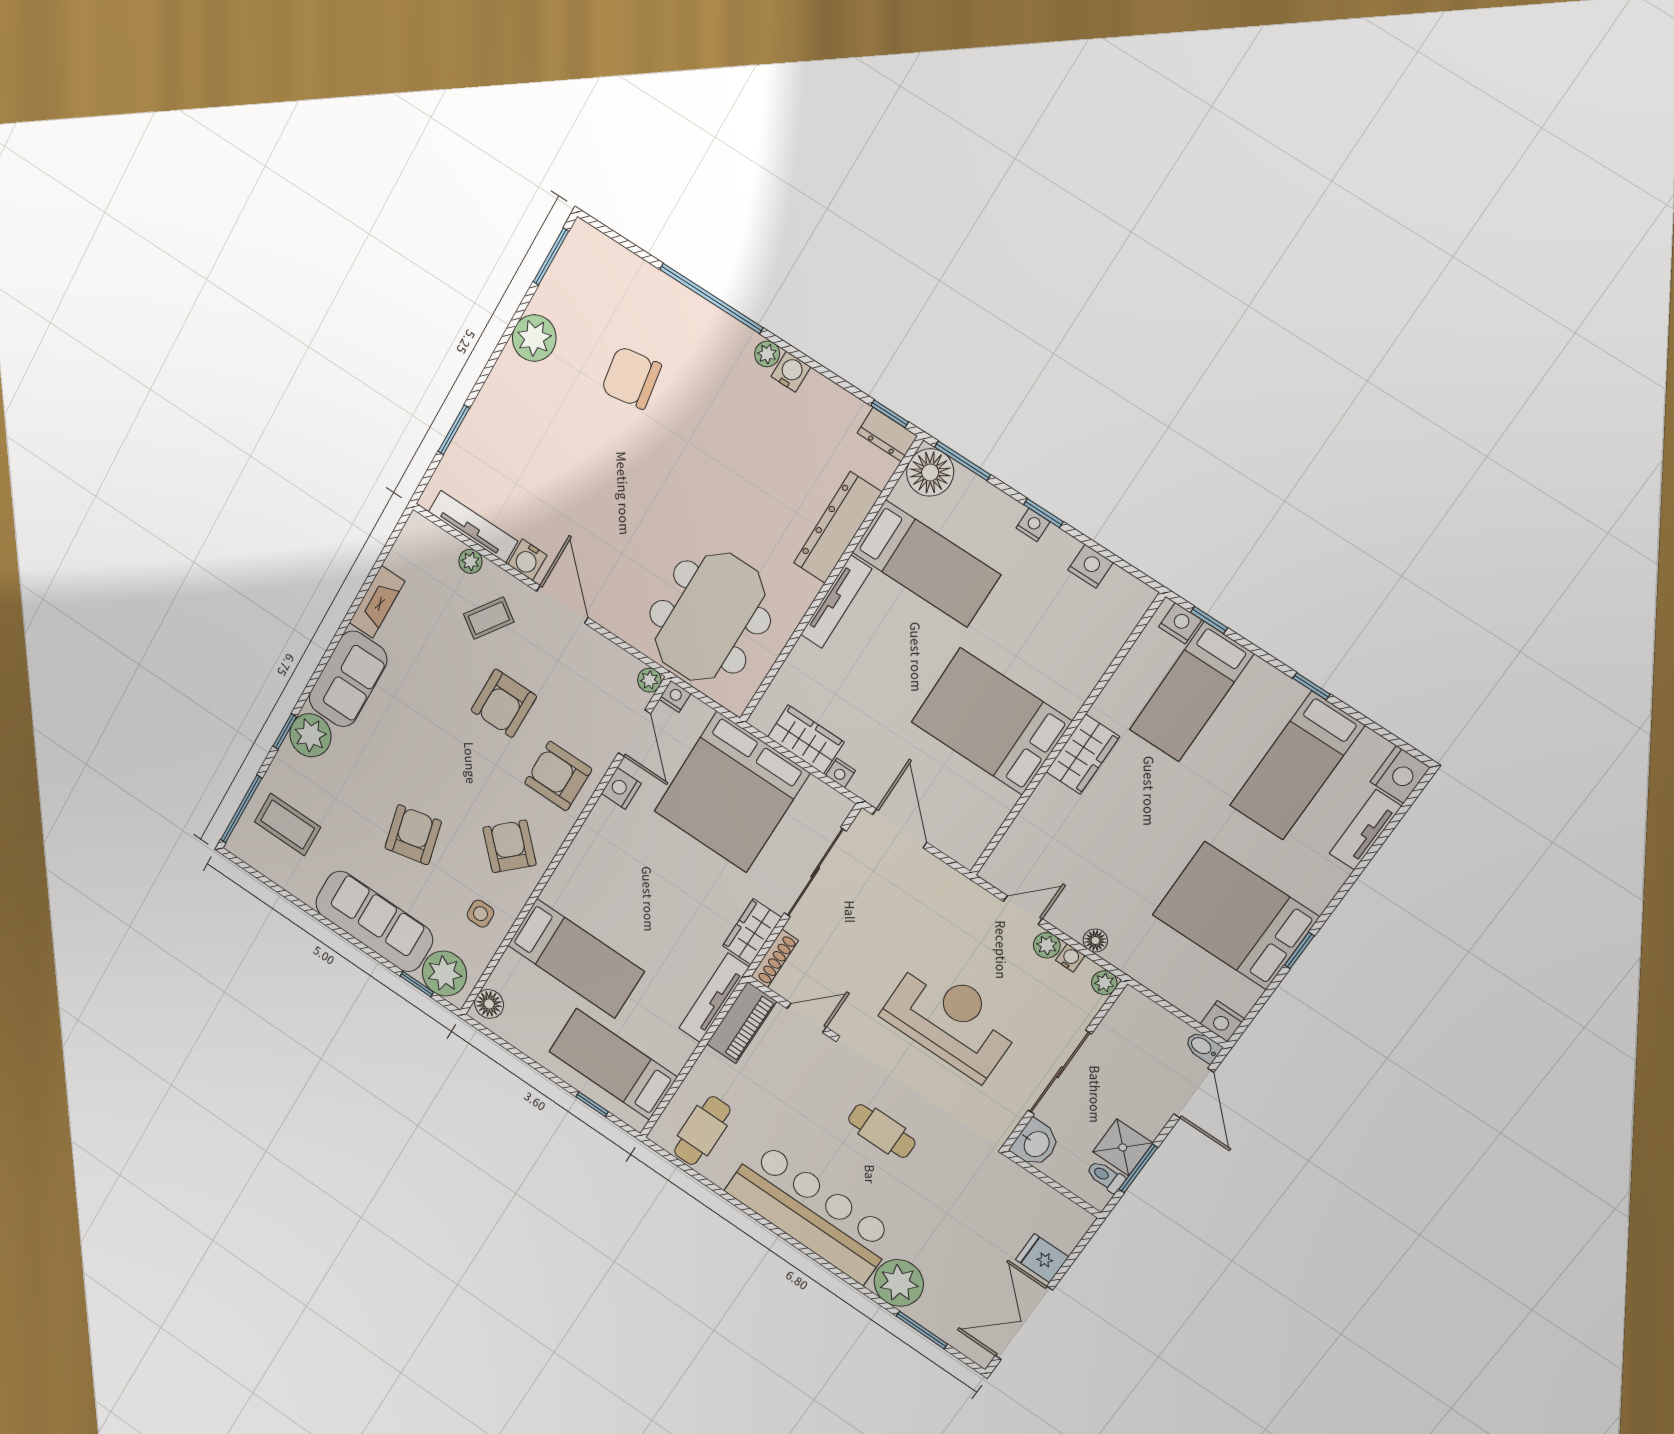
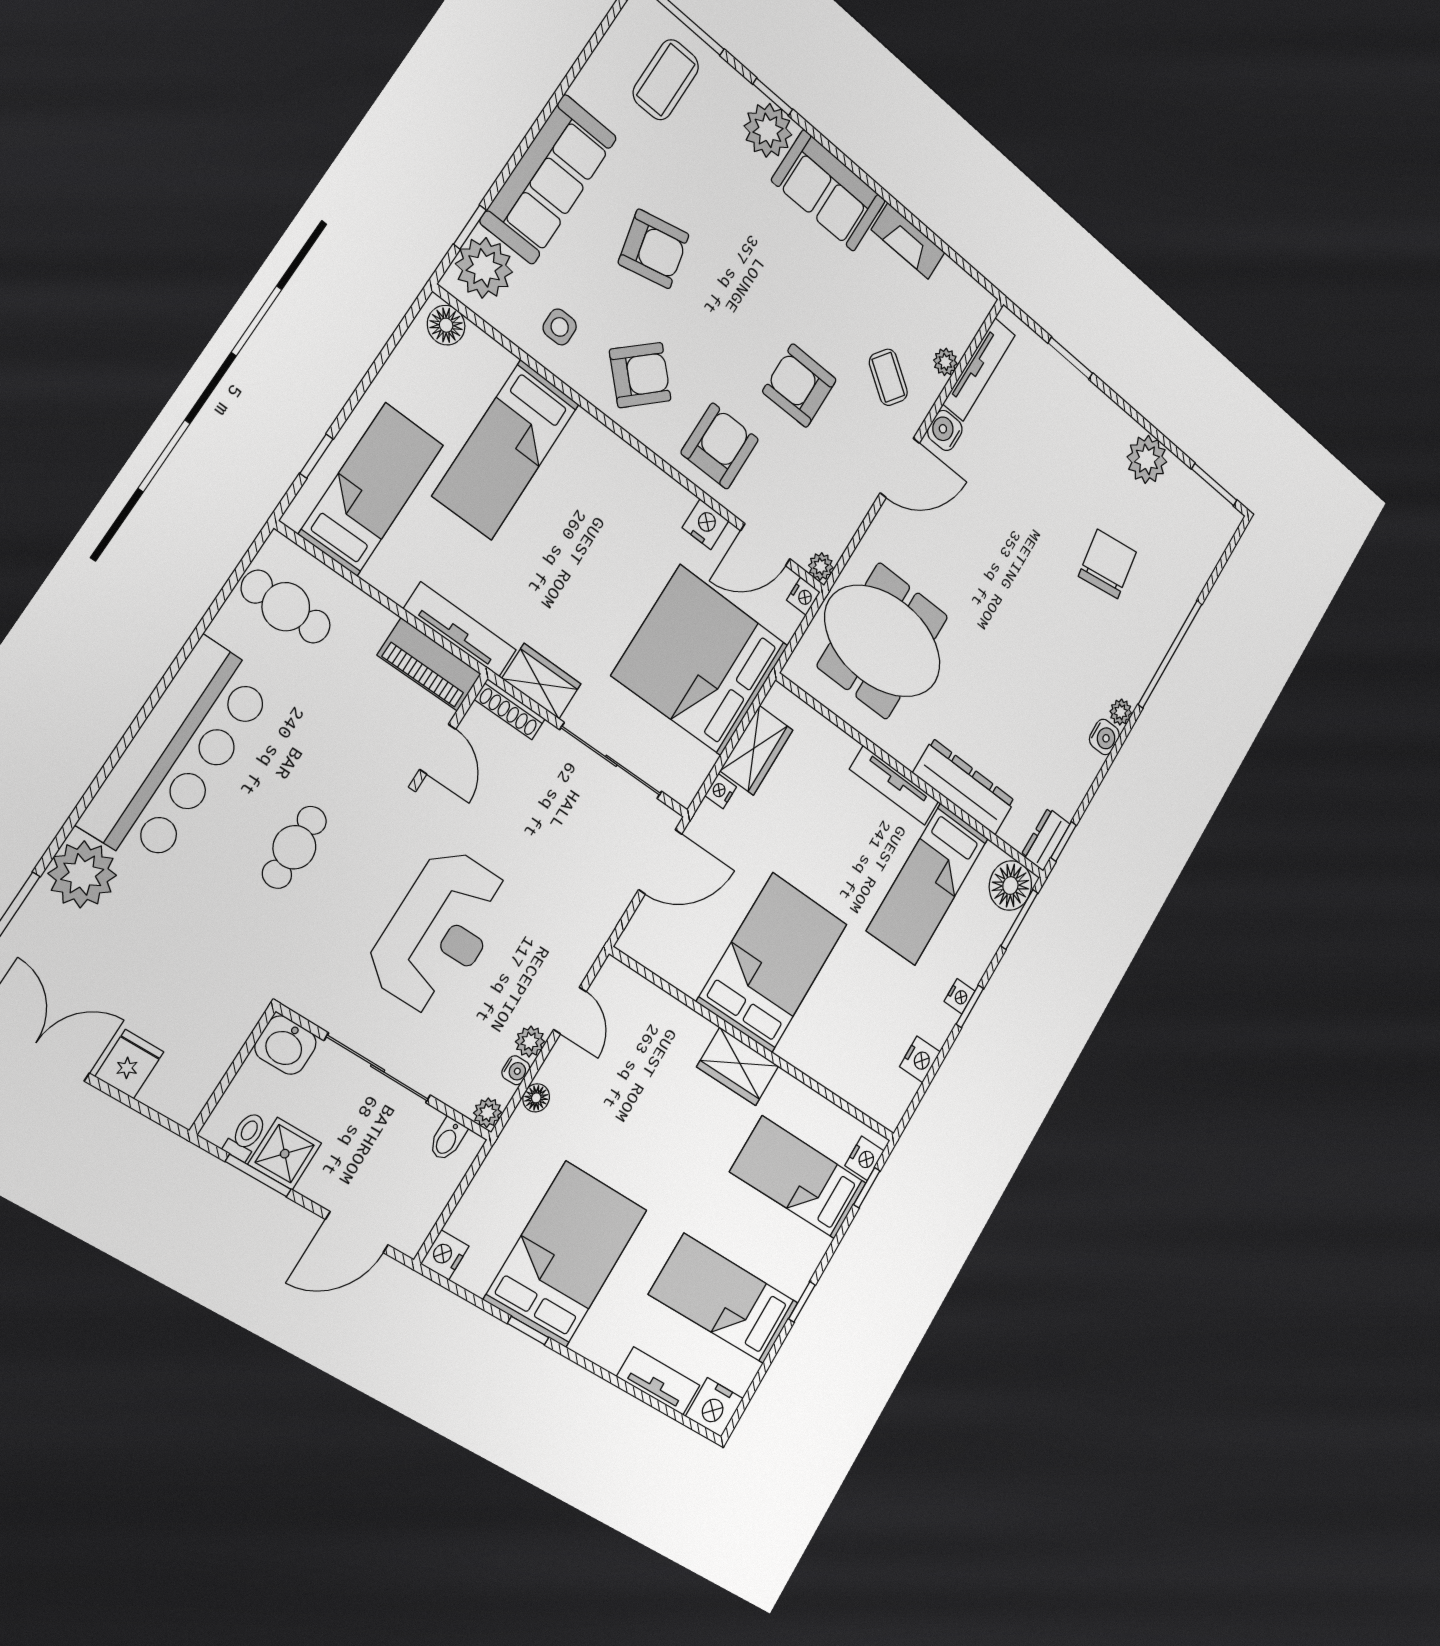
bidet: (1203, 1047) -> (448, 1139), moved, turned 180

